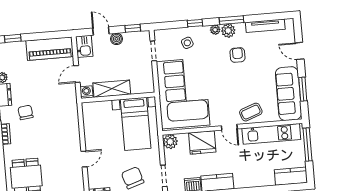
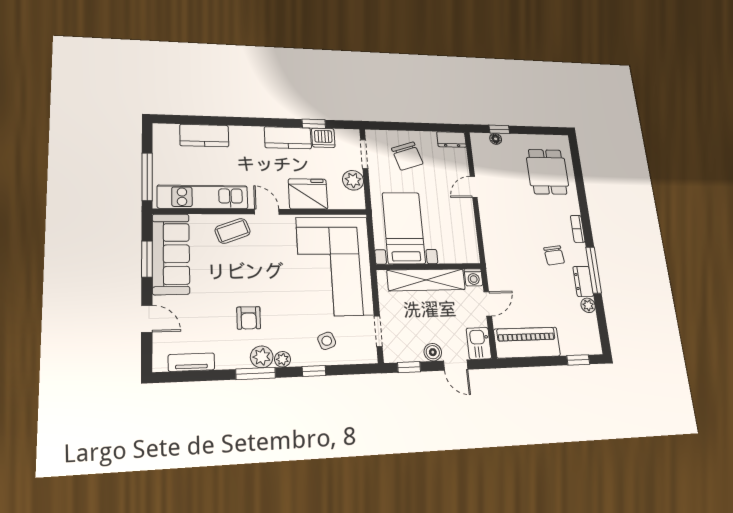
tv unit: (265, 26) -> (191, 362), width x0.71
shelving: (112, 89) -> (426, 280), width x1.47
plant: (170, 142) -> (353, 180), moved
kitchen counter: (291, 176) -> (204, 136), moved

